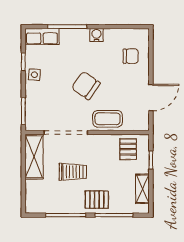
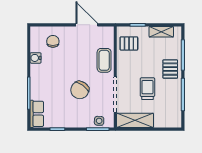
water cooler: (96, 35) -> (36, 58), moved
side table: (34, 75) -> (99, 121), moved
chair: (86, 86) -> (80, 90), moved

